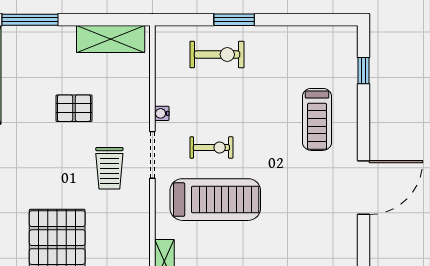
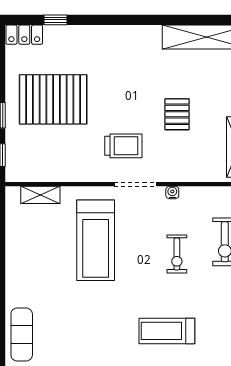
exercise bike: (211, 148) -> (177, 254), moved
trolley: (109, 168) -> (123, 146), turned 180

